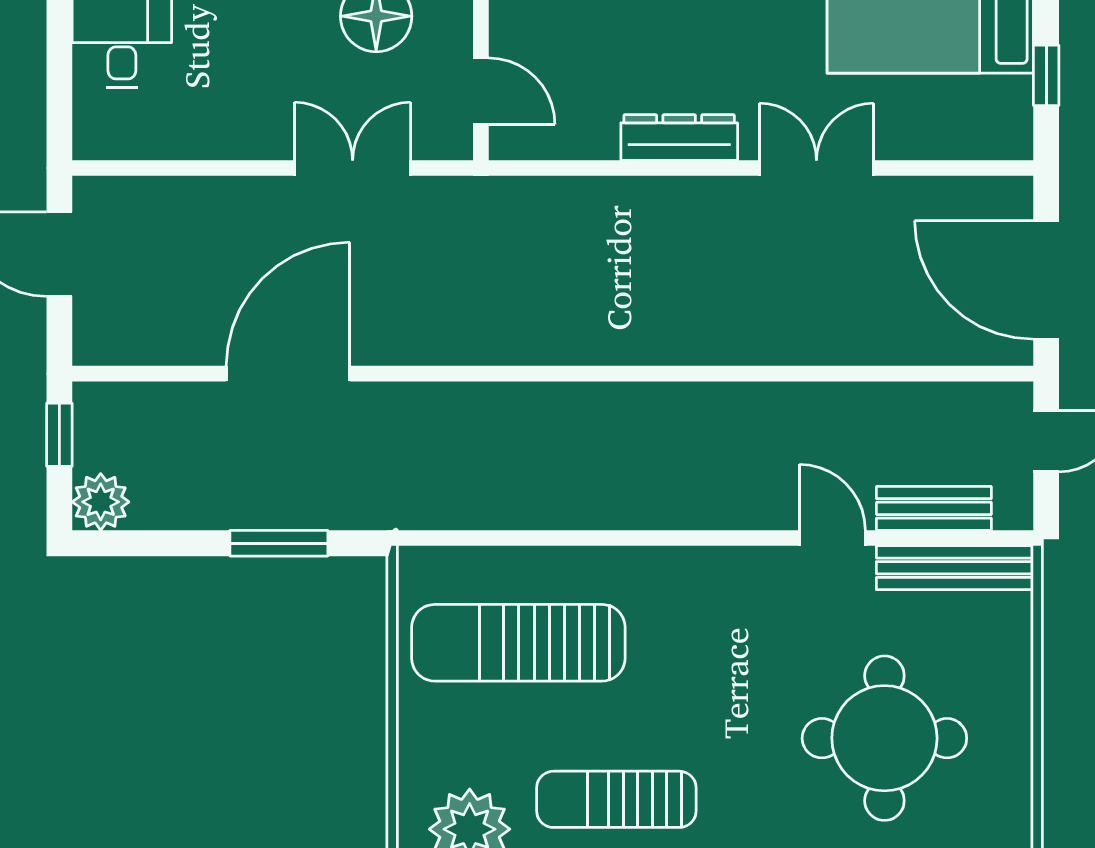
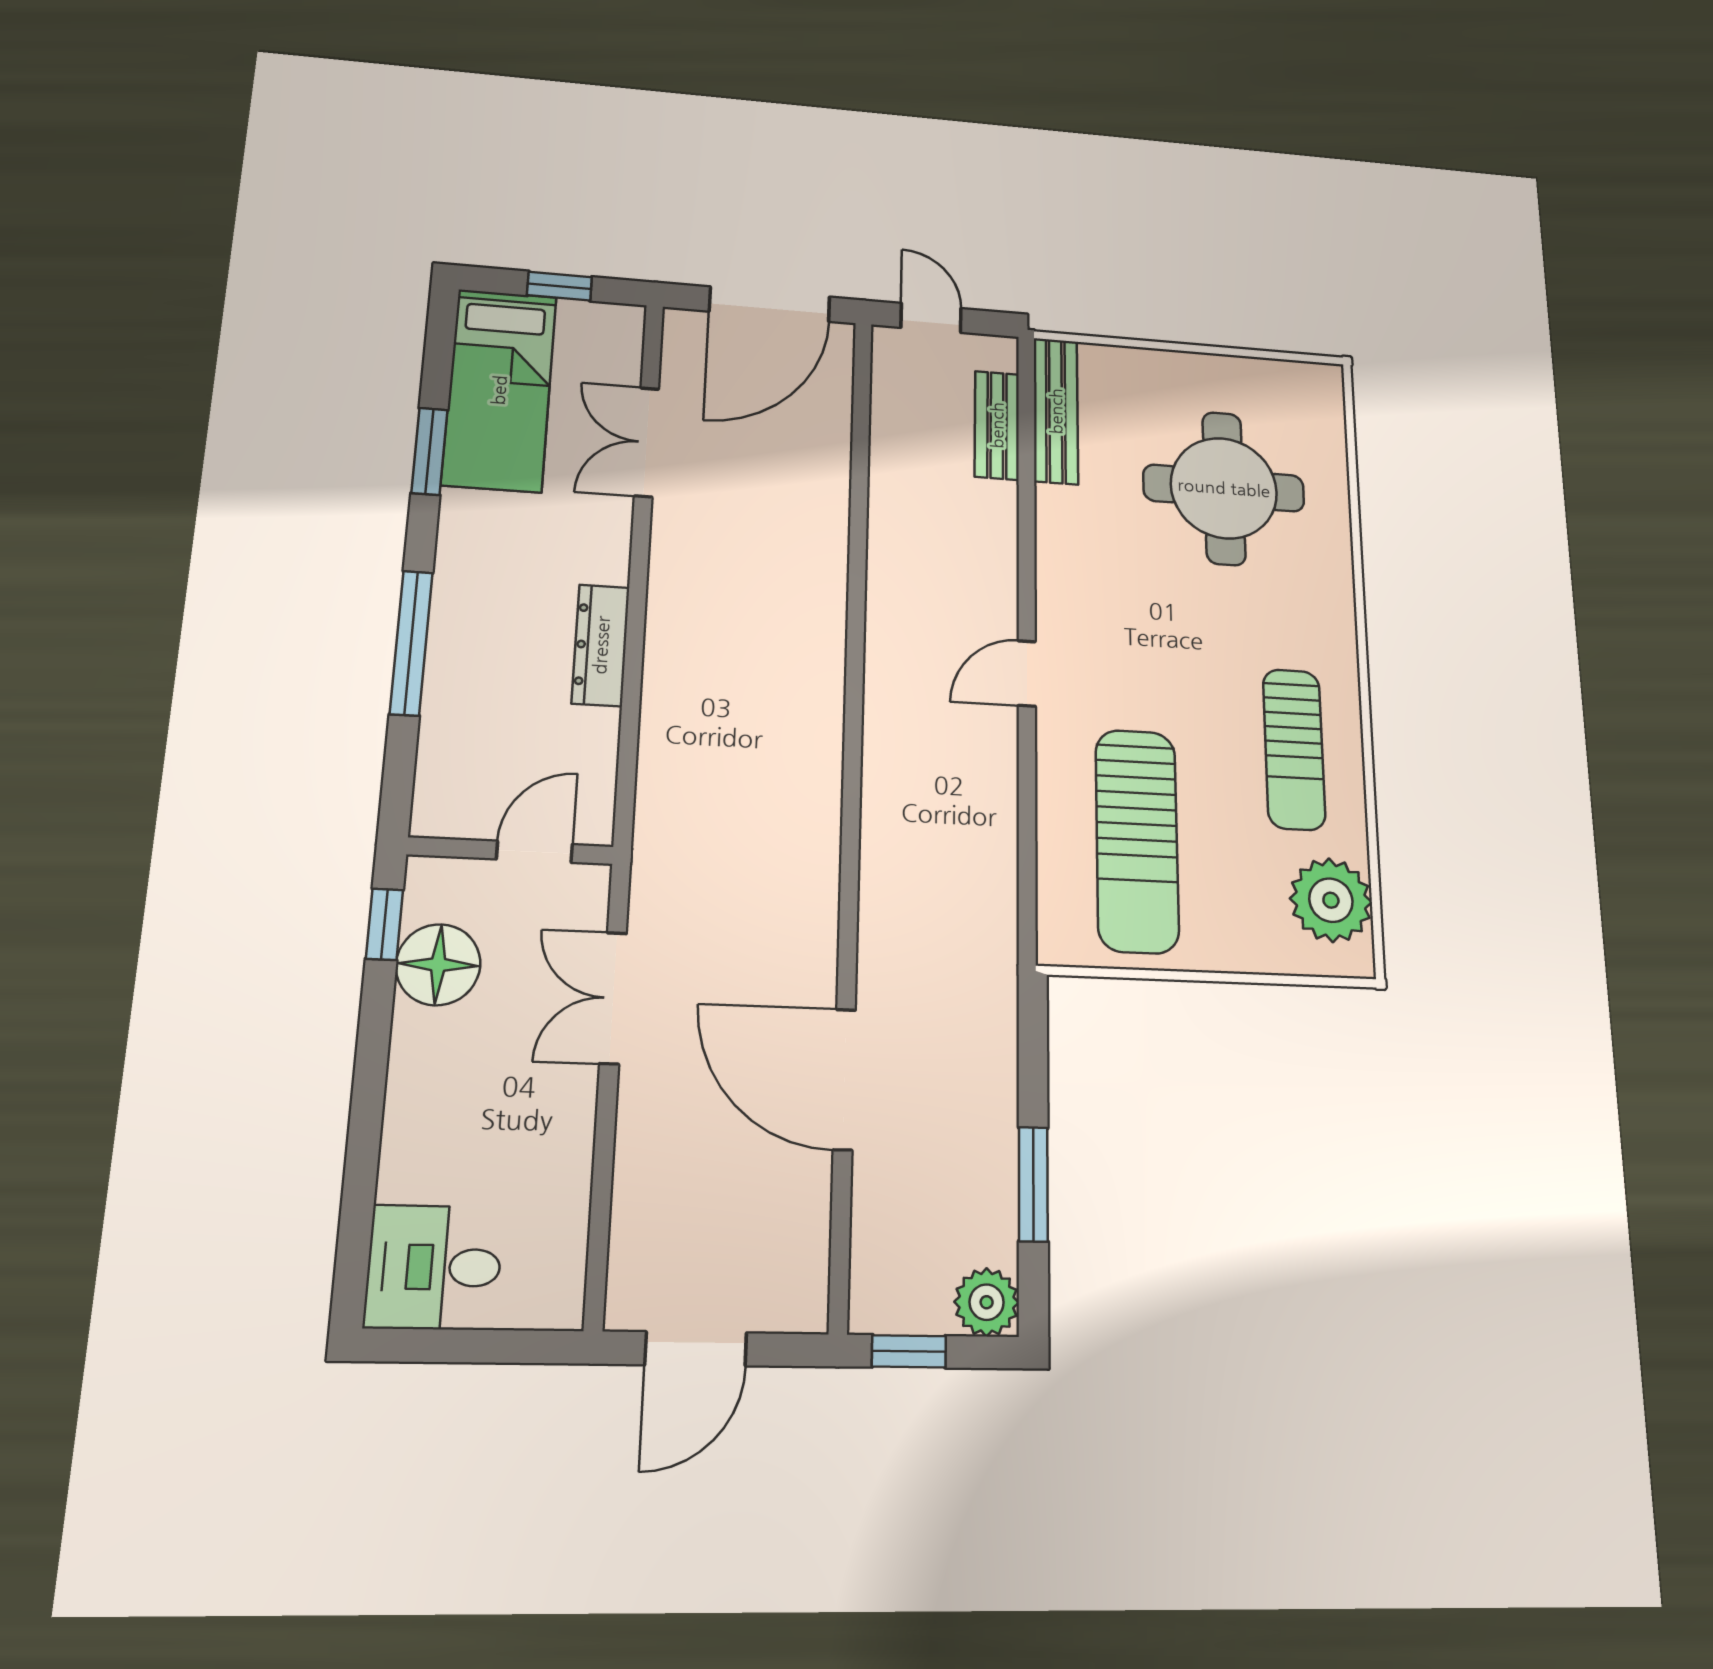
double door: (816, 168) -> (646, 442), moved
door: (832, 538) -> (1027, 673), moved
window: (279, 543) -> (1033, 1184), moved

